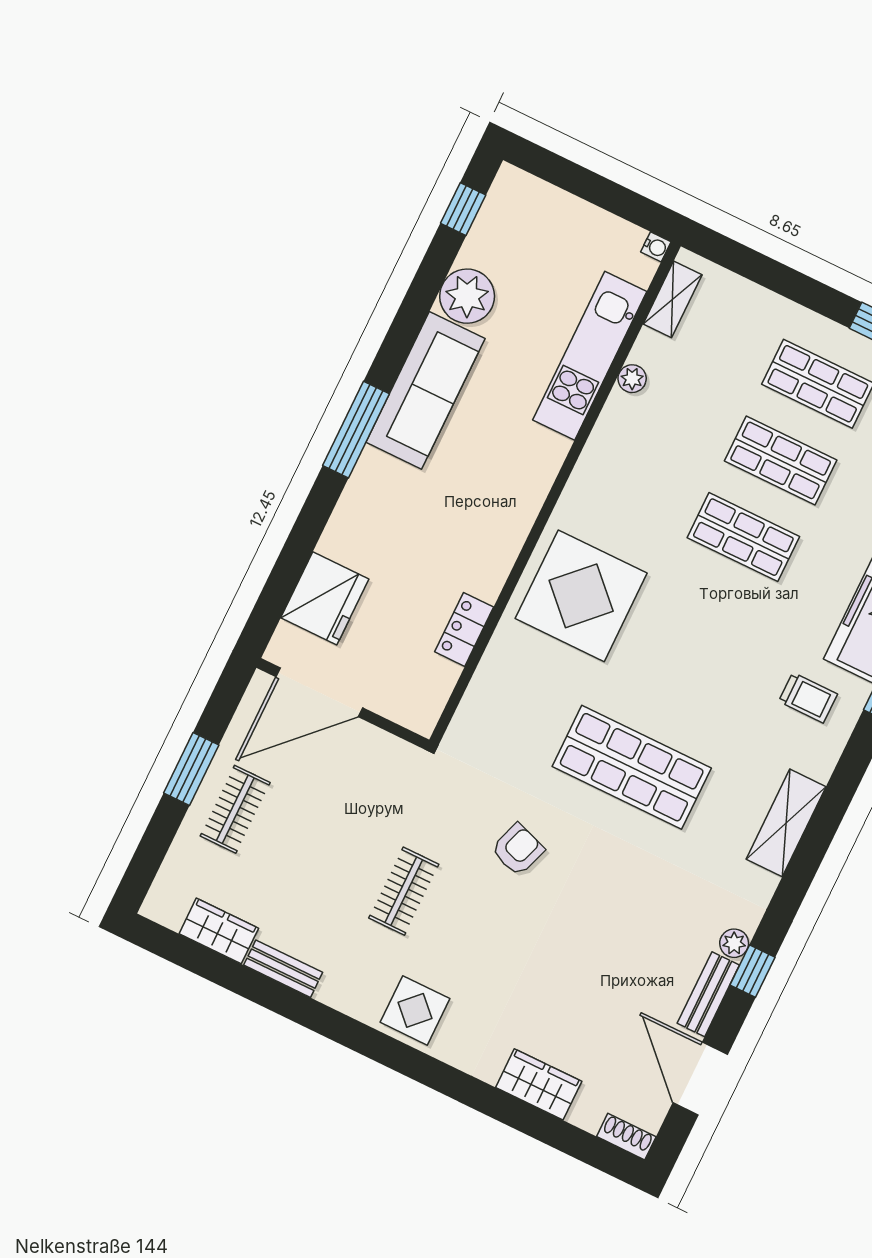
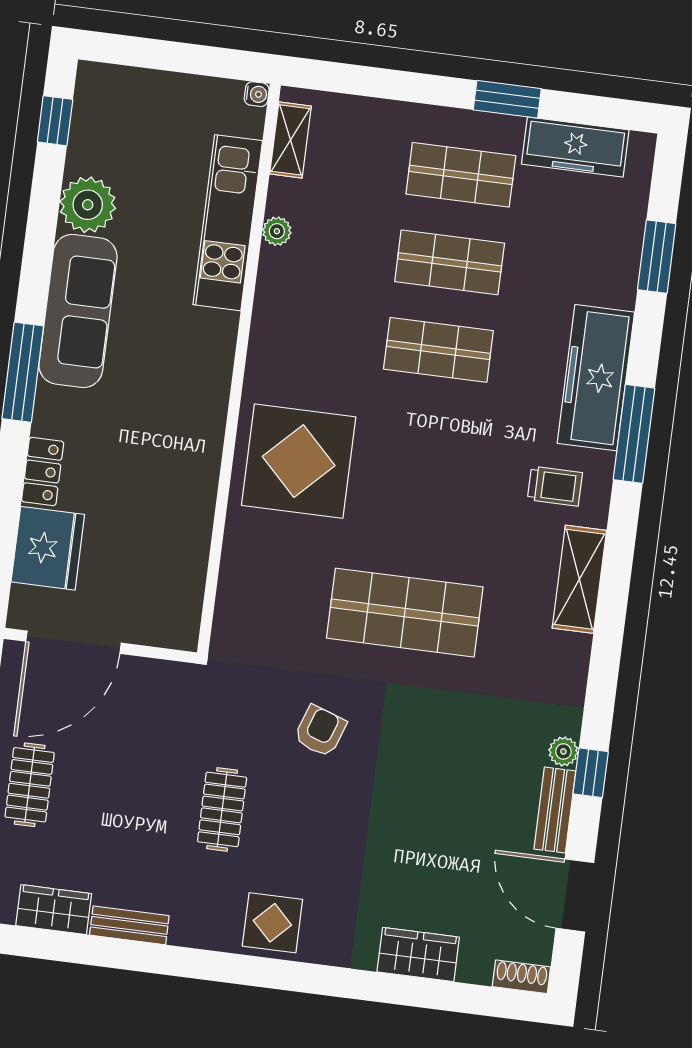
locker: (464, 629) -> (43, 471), moved, turned 180
shelving: (786, 823) -> (579, 579), moved

